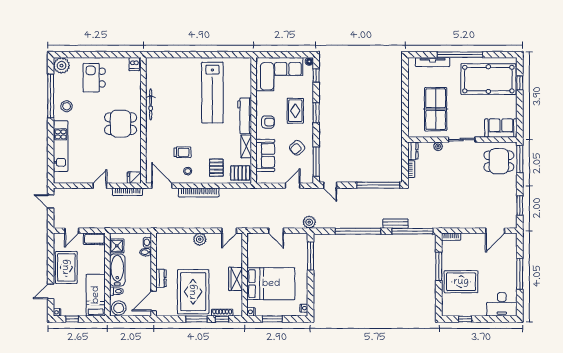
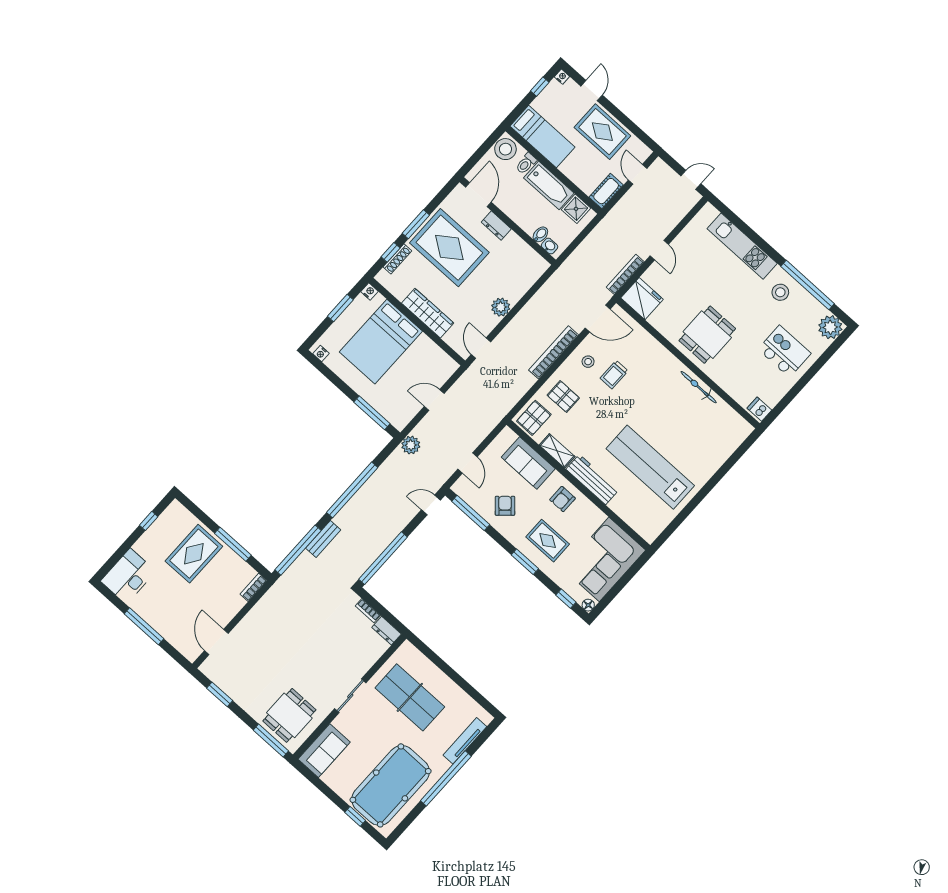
plant: (438, 146) -> (366, 663), removed
fridge: (134, 178) -> (642, 299), width x1.88, depth x1.34
wardrobe: (236, 279) -> (428, 313), width x1.50

